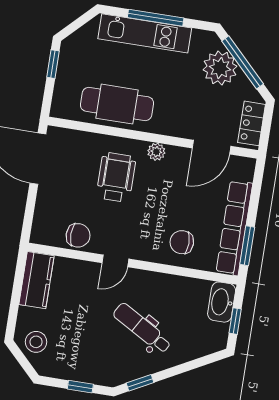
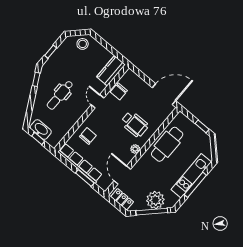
window: (247, 246) -> (85, 178), moved
kitchen counter: (36, 280) -> (111, 71), moved, turned 90
washbasin: (222, 302) -> (41, 130), moved
dental chair: (142, 328) -> (60, 95), turned 150

